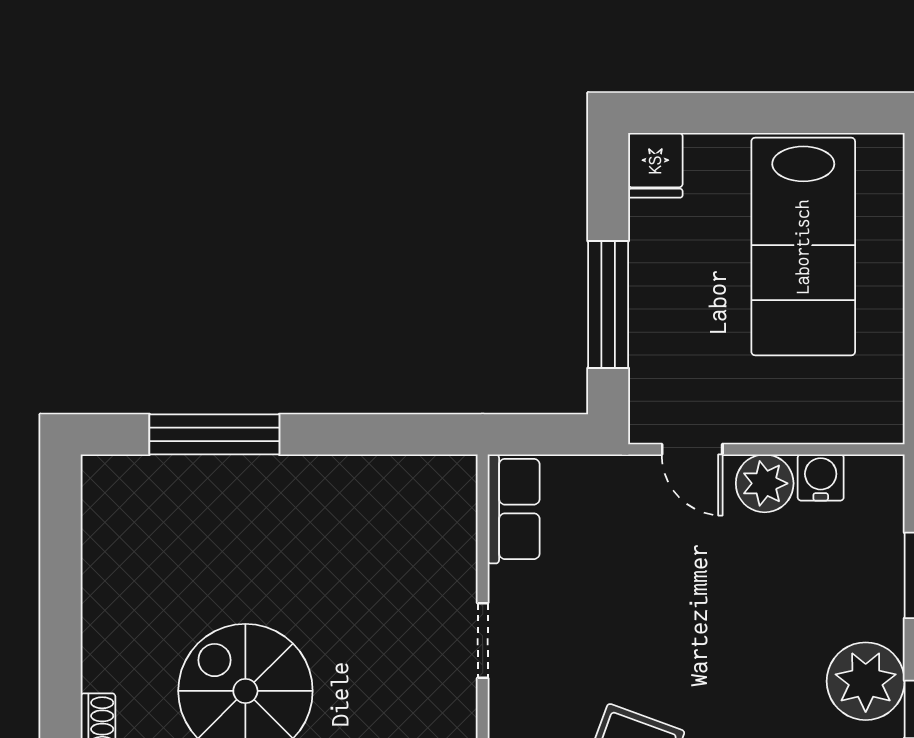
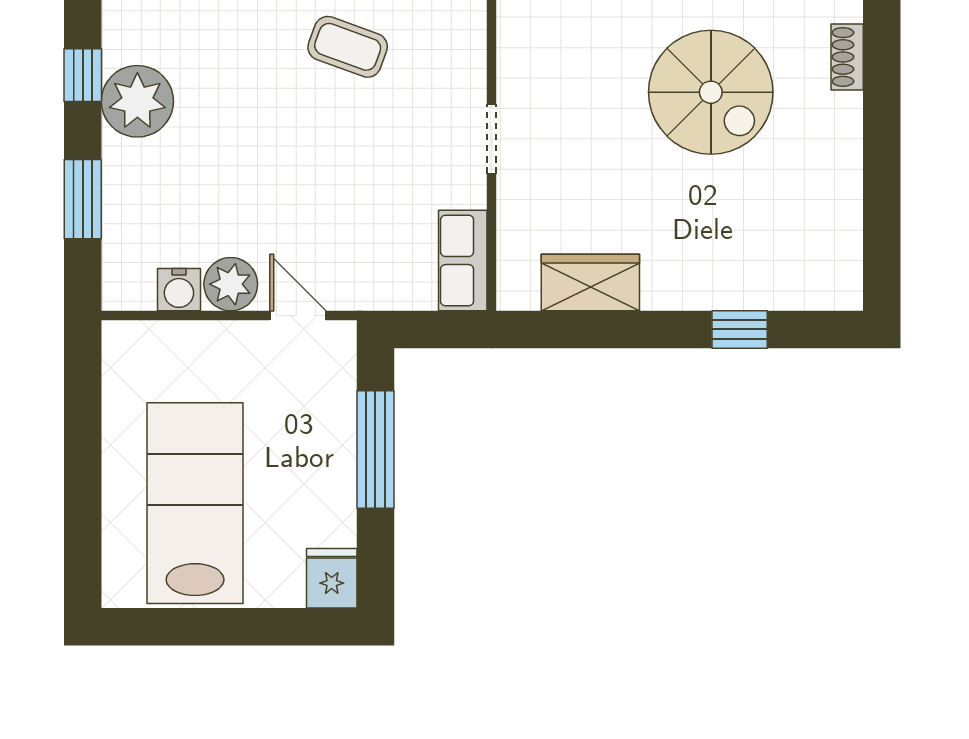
window: (214, 434) -> (740, 329), width x0.46
wardrobe: (376, 485) -> (590, 282), added

